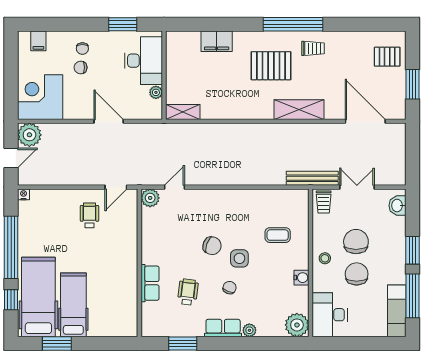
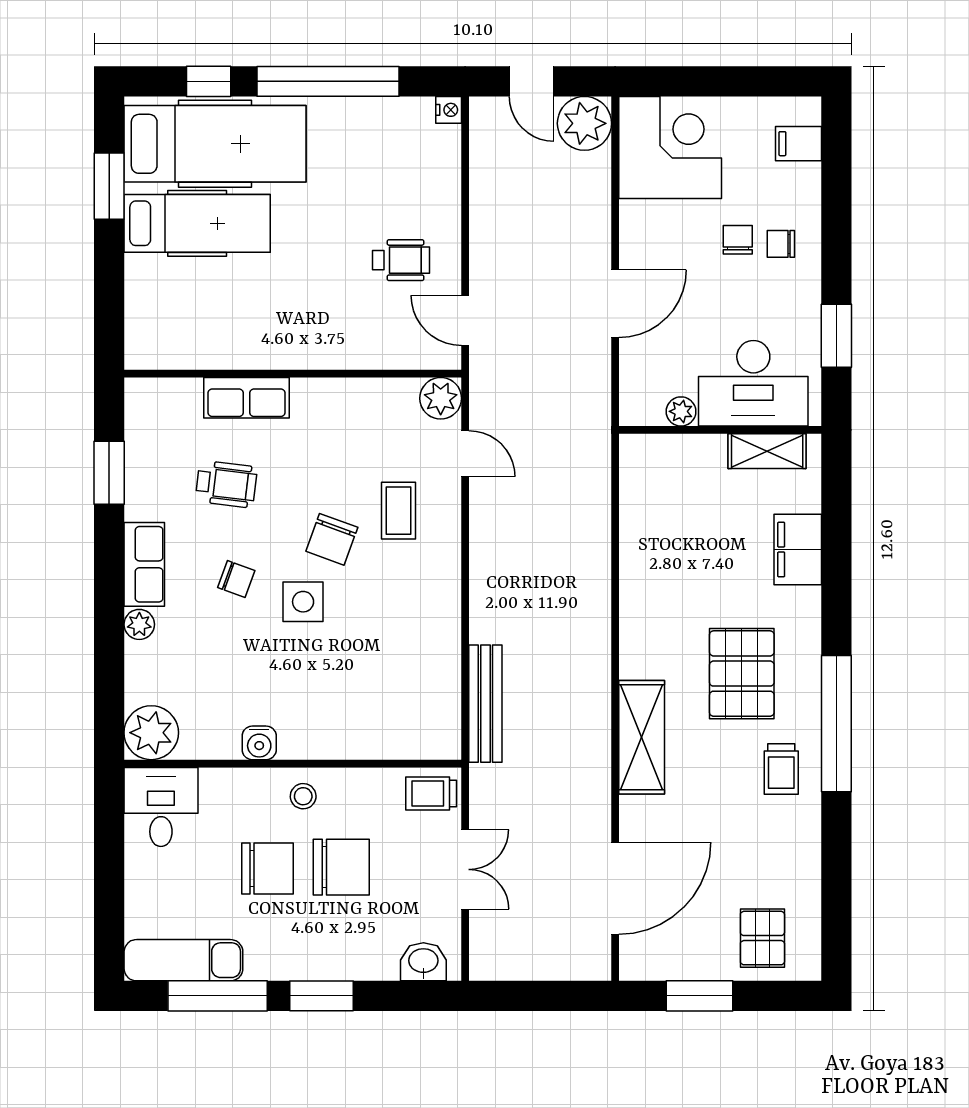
shelving: (183, 112) -> (767, 451), moved, turned 90
bench: (312, 178) -> (485, 704), moved
coffee table: (278, 235) -> (399, 511), moved
desk: (330, 315) -> (161, 807), width x0.73

